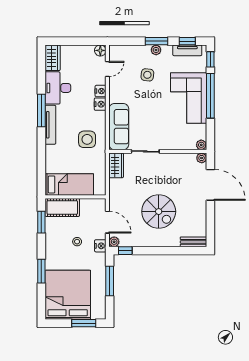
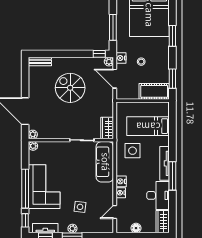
floor lamp: (100, 50) -> (136, 228), moved
bed: (69, 184) -> (148, 126), moved

